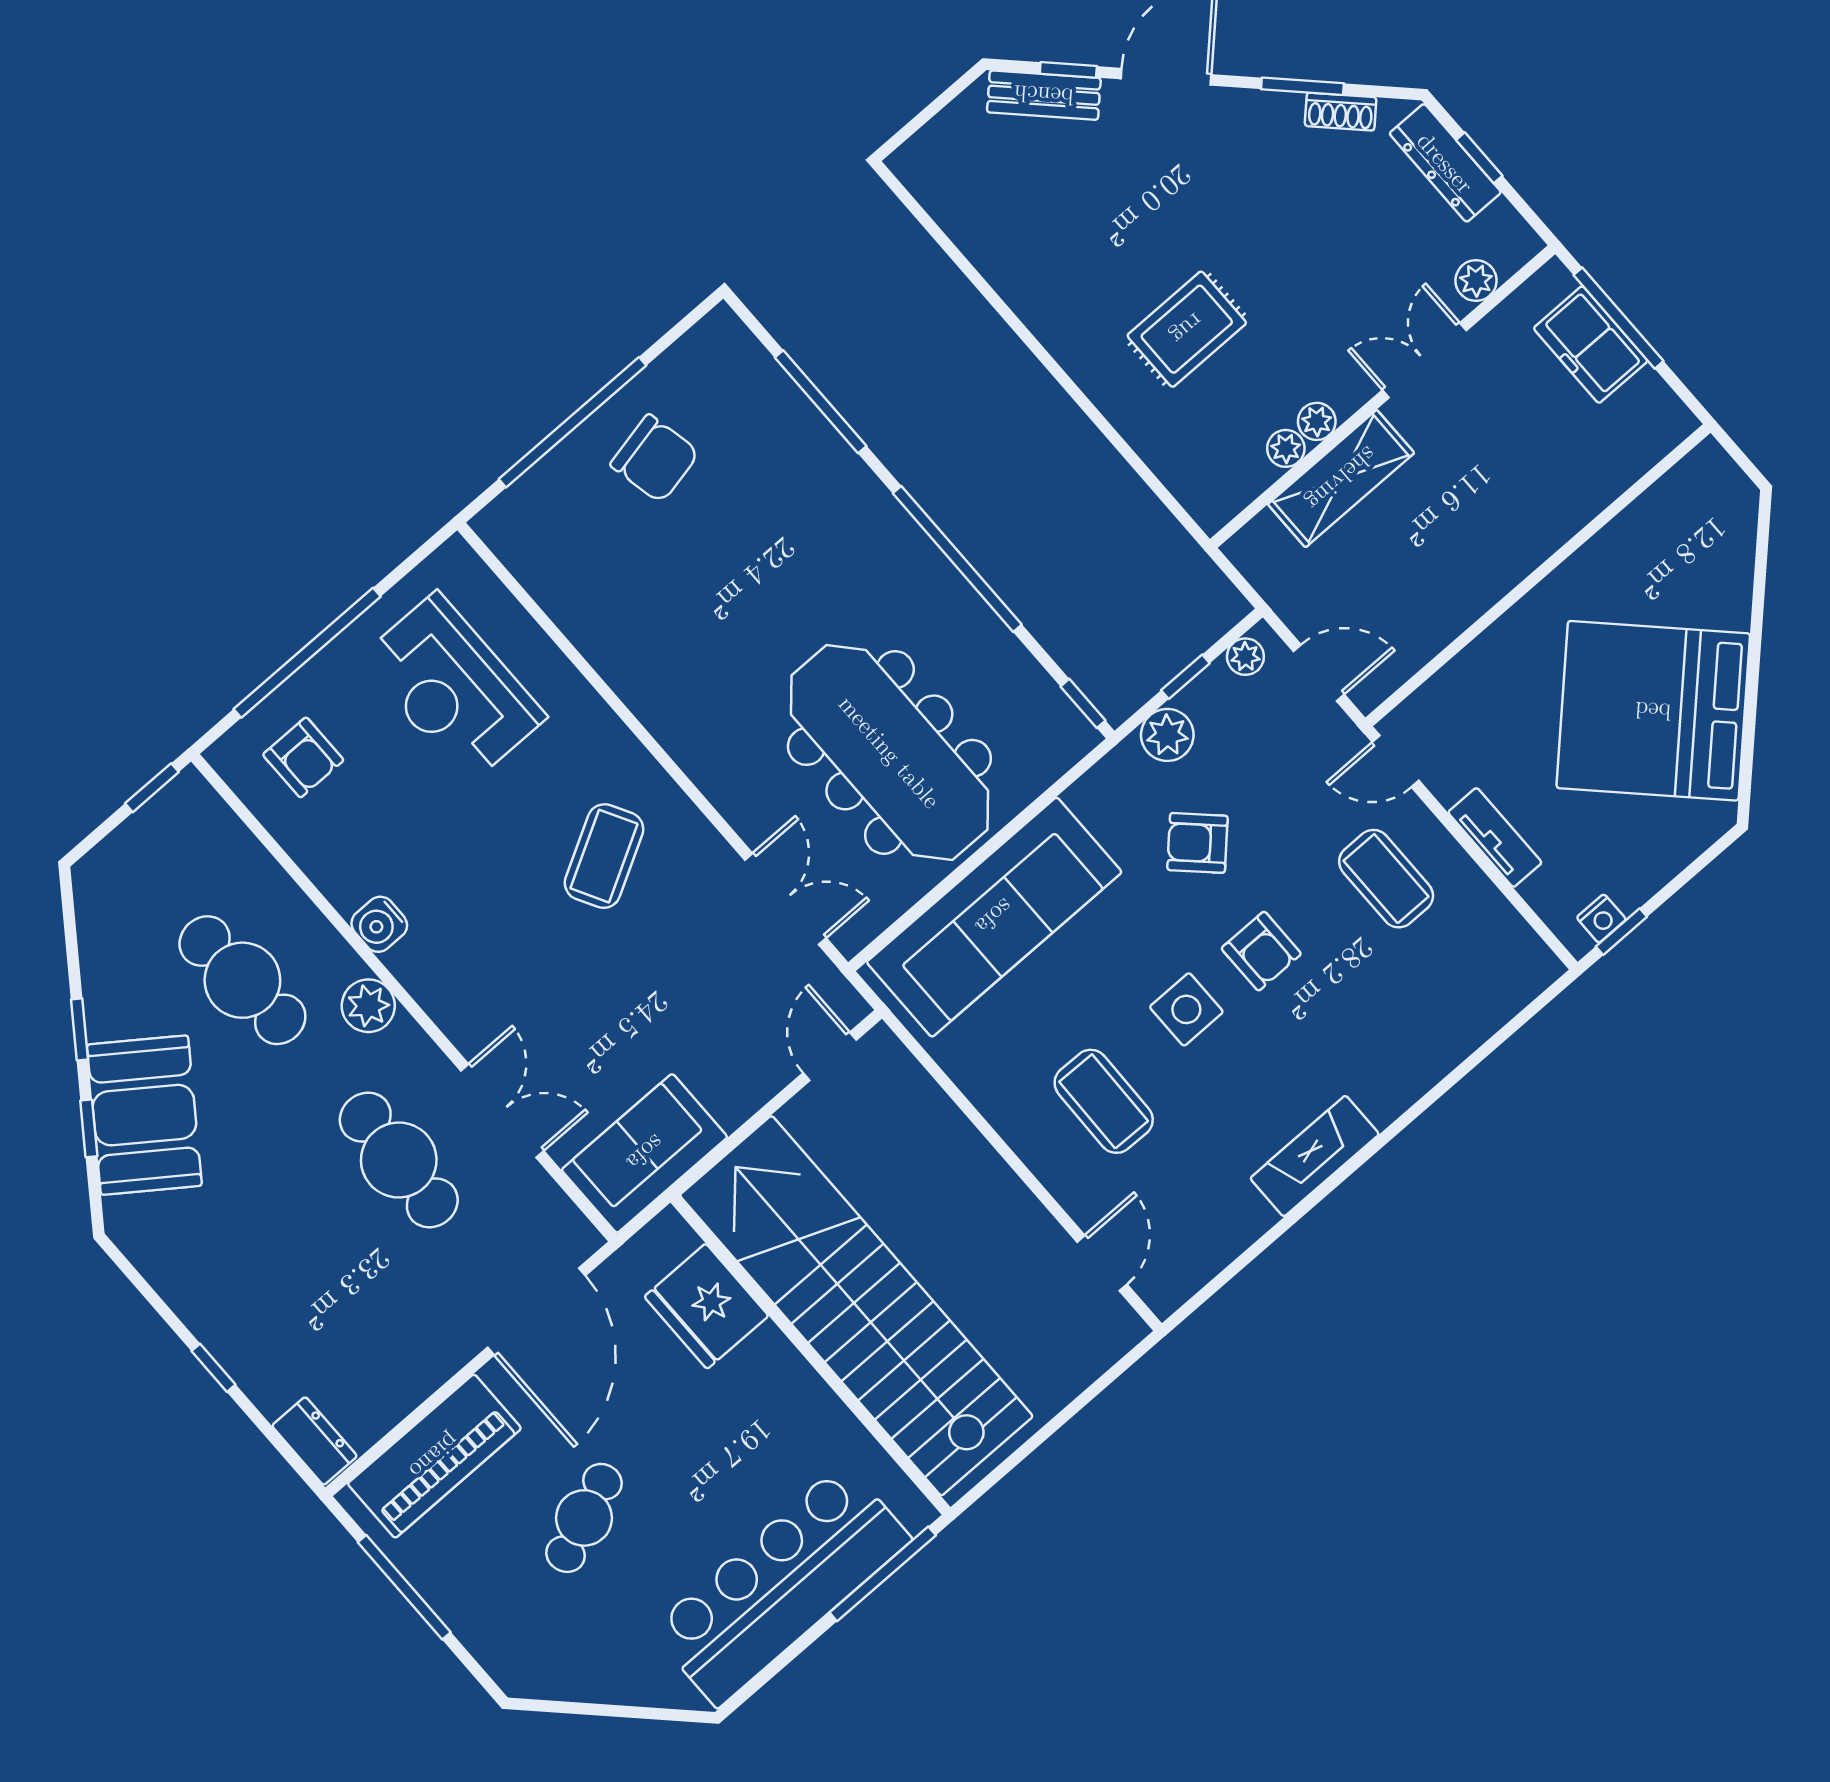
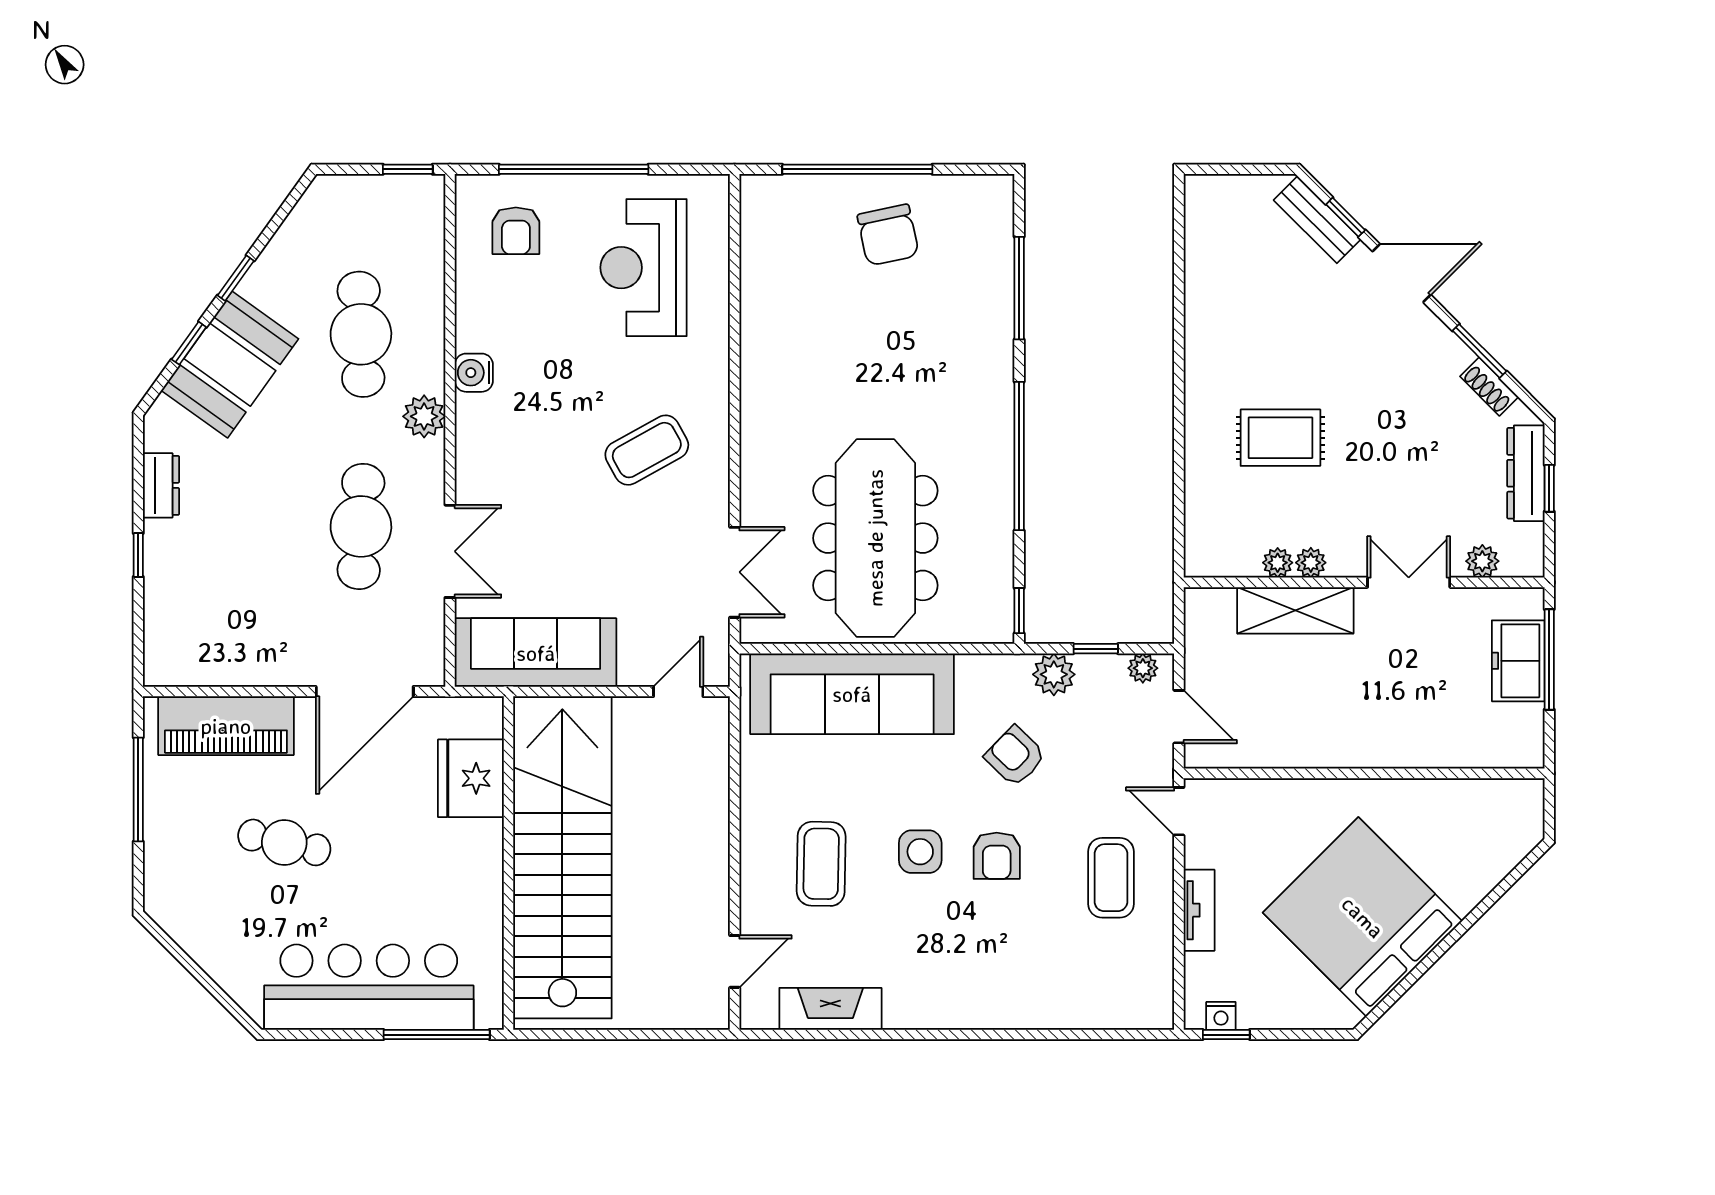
sofa: (645, 1153) -> (536, 653), width x1.36
fireplace: (1315, 1156) -> (830, 1009), moved
dresser: (314, 1441) -> (161, 485), moved
cafe table: (584, 1518) -> (284, 842), turned 35

